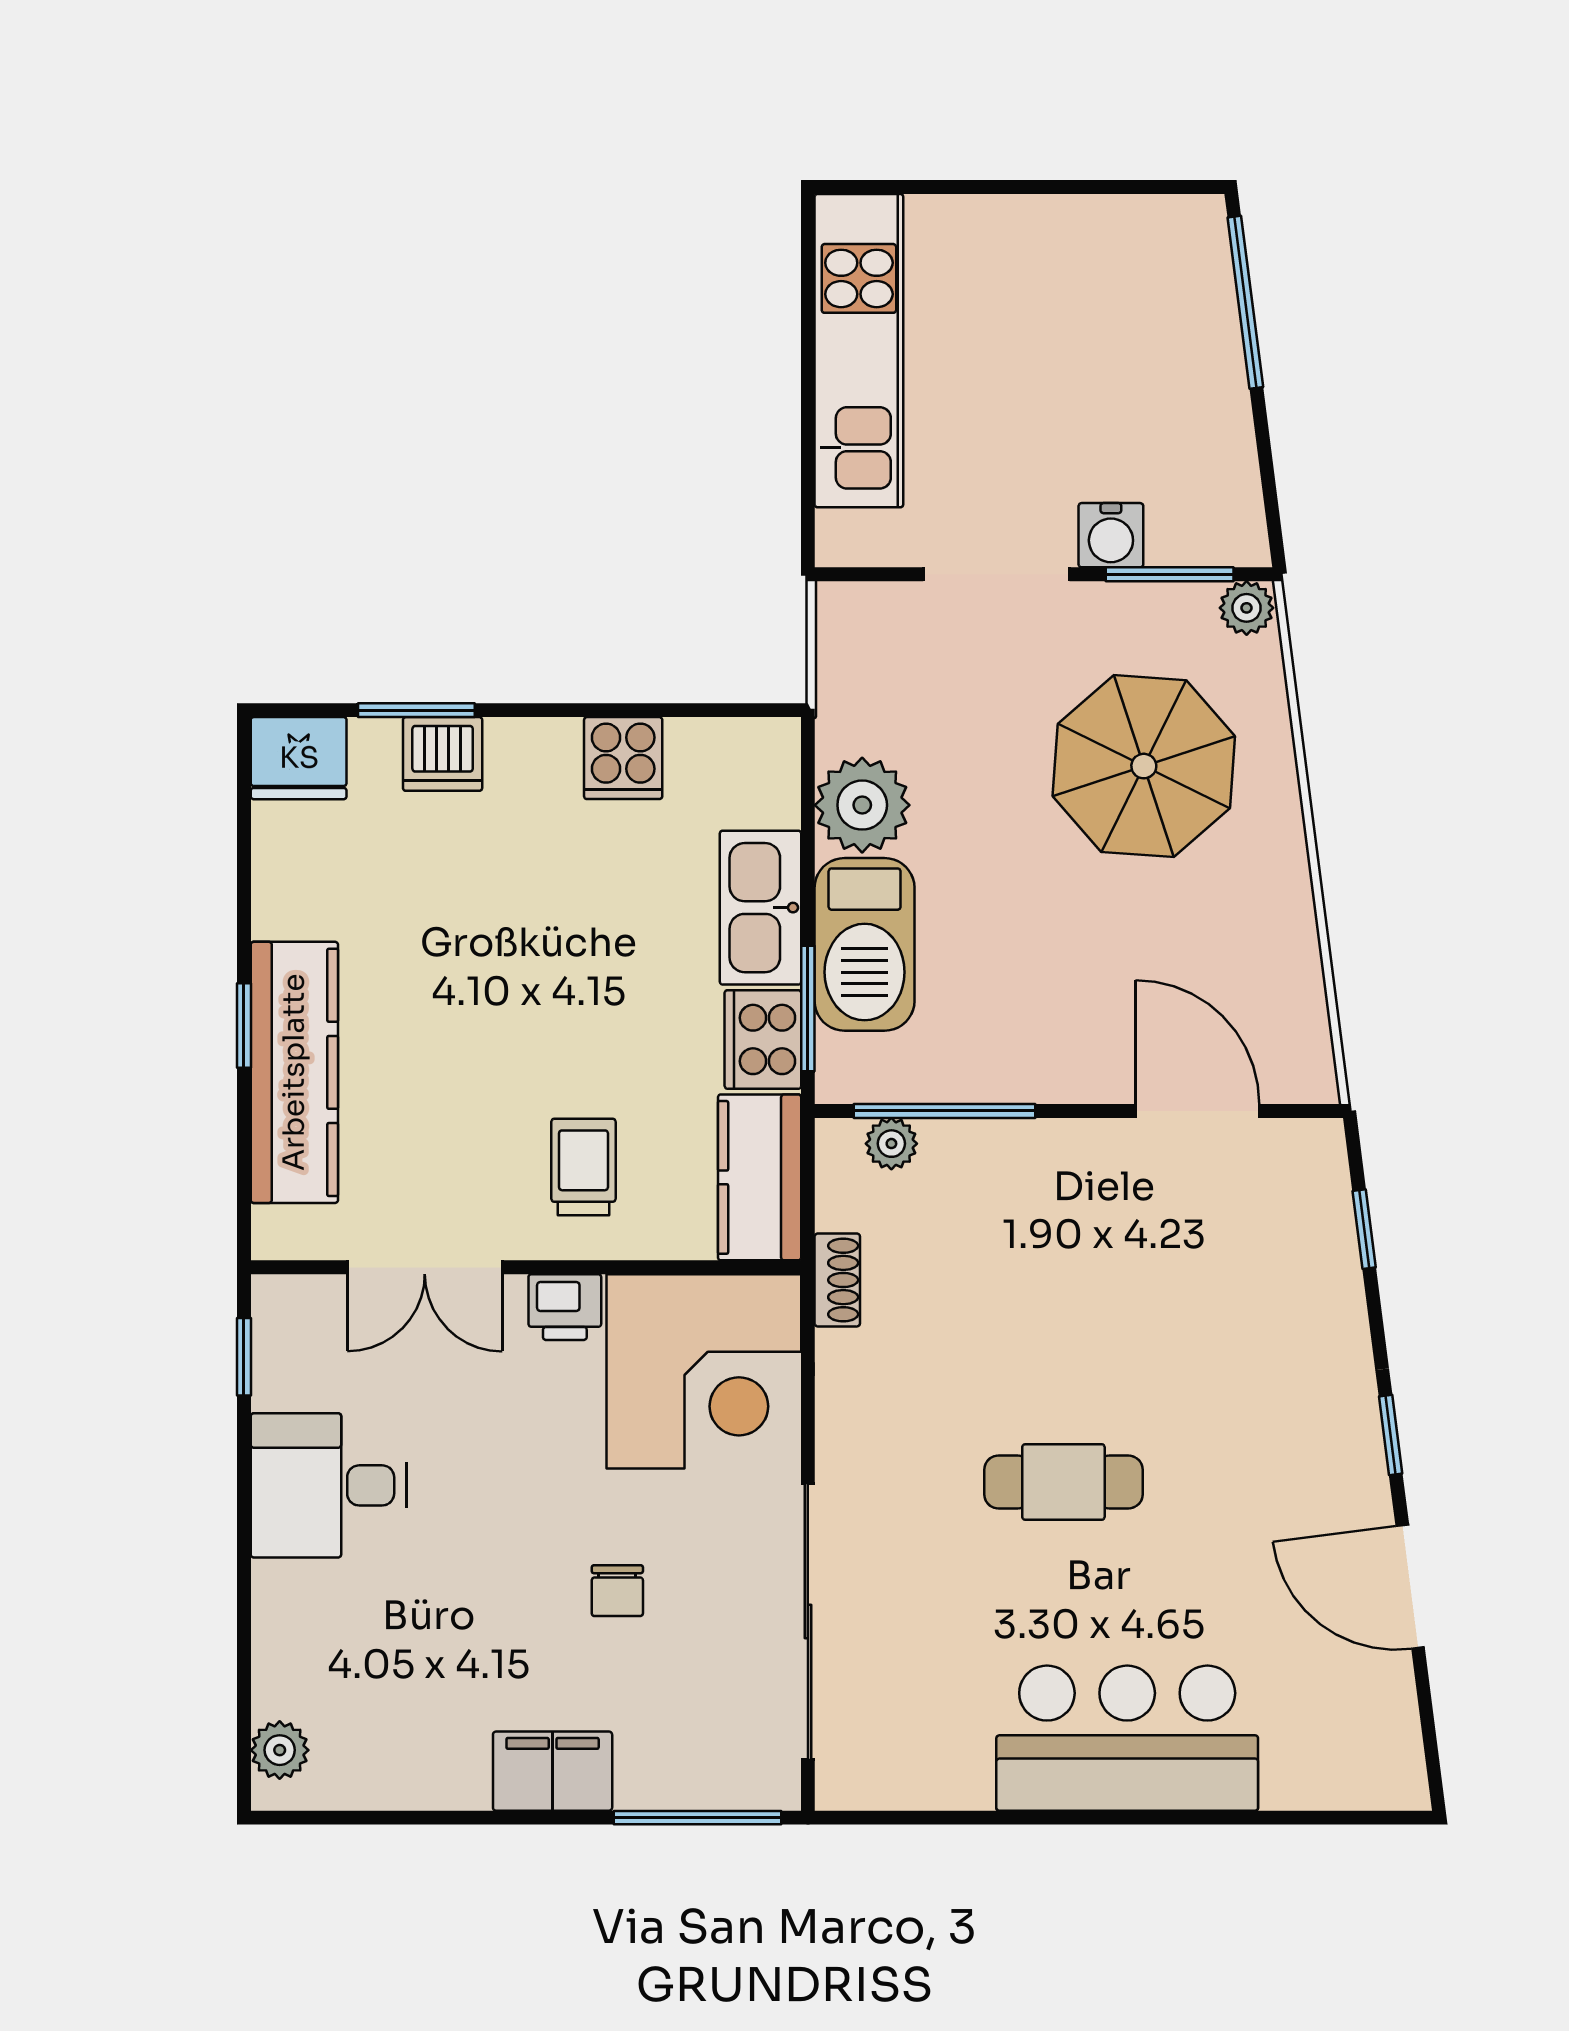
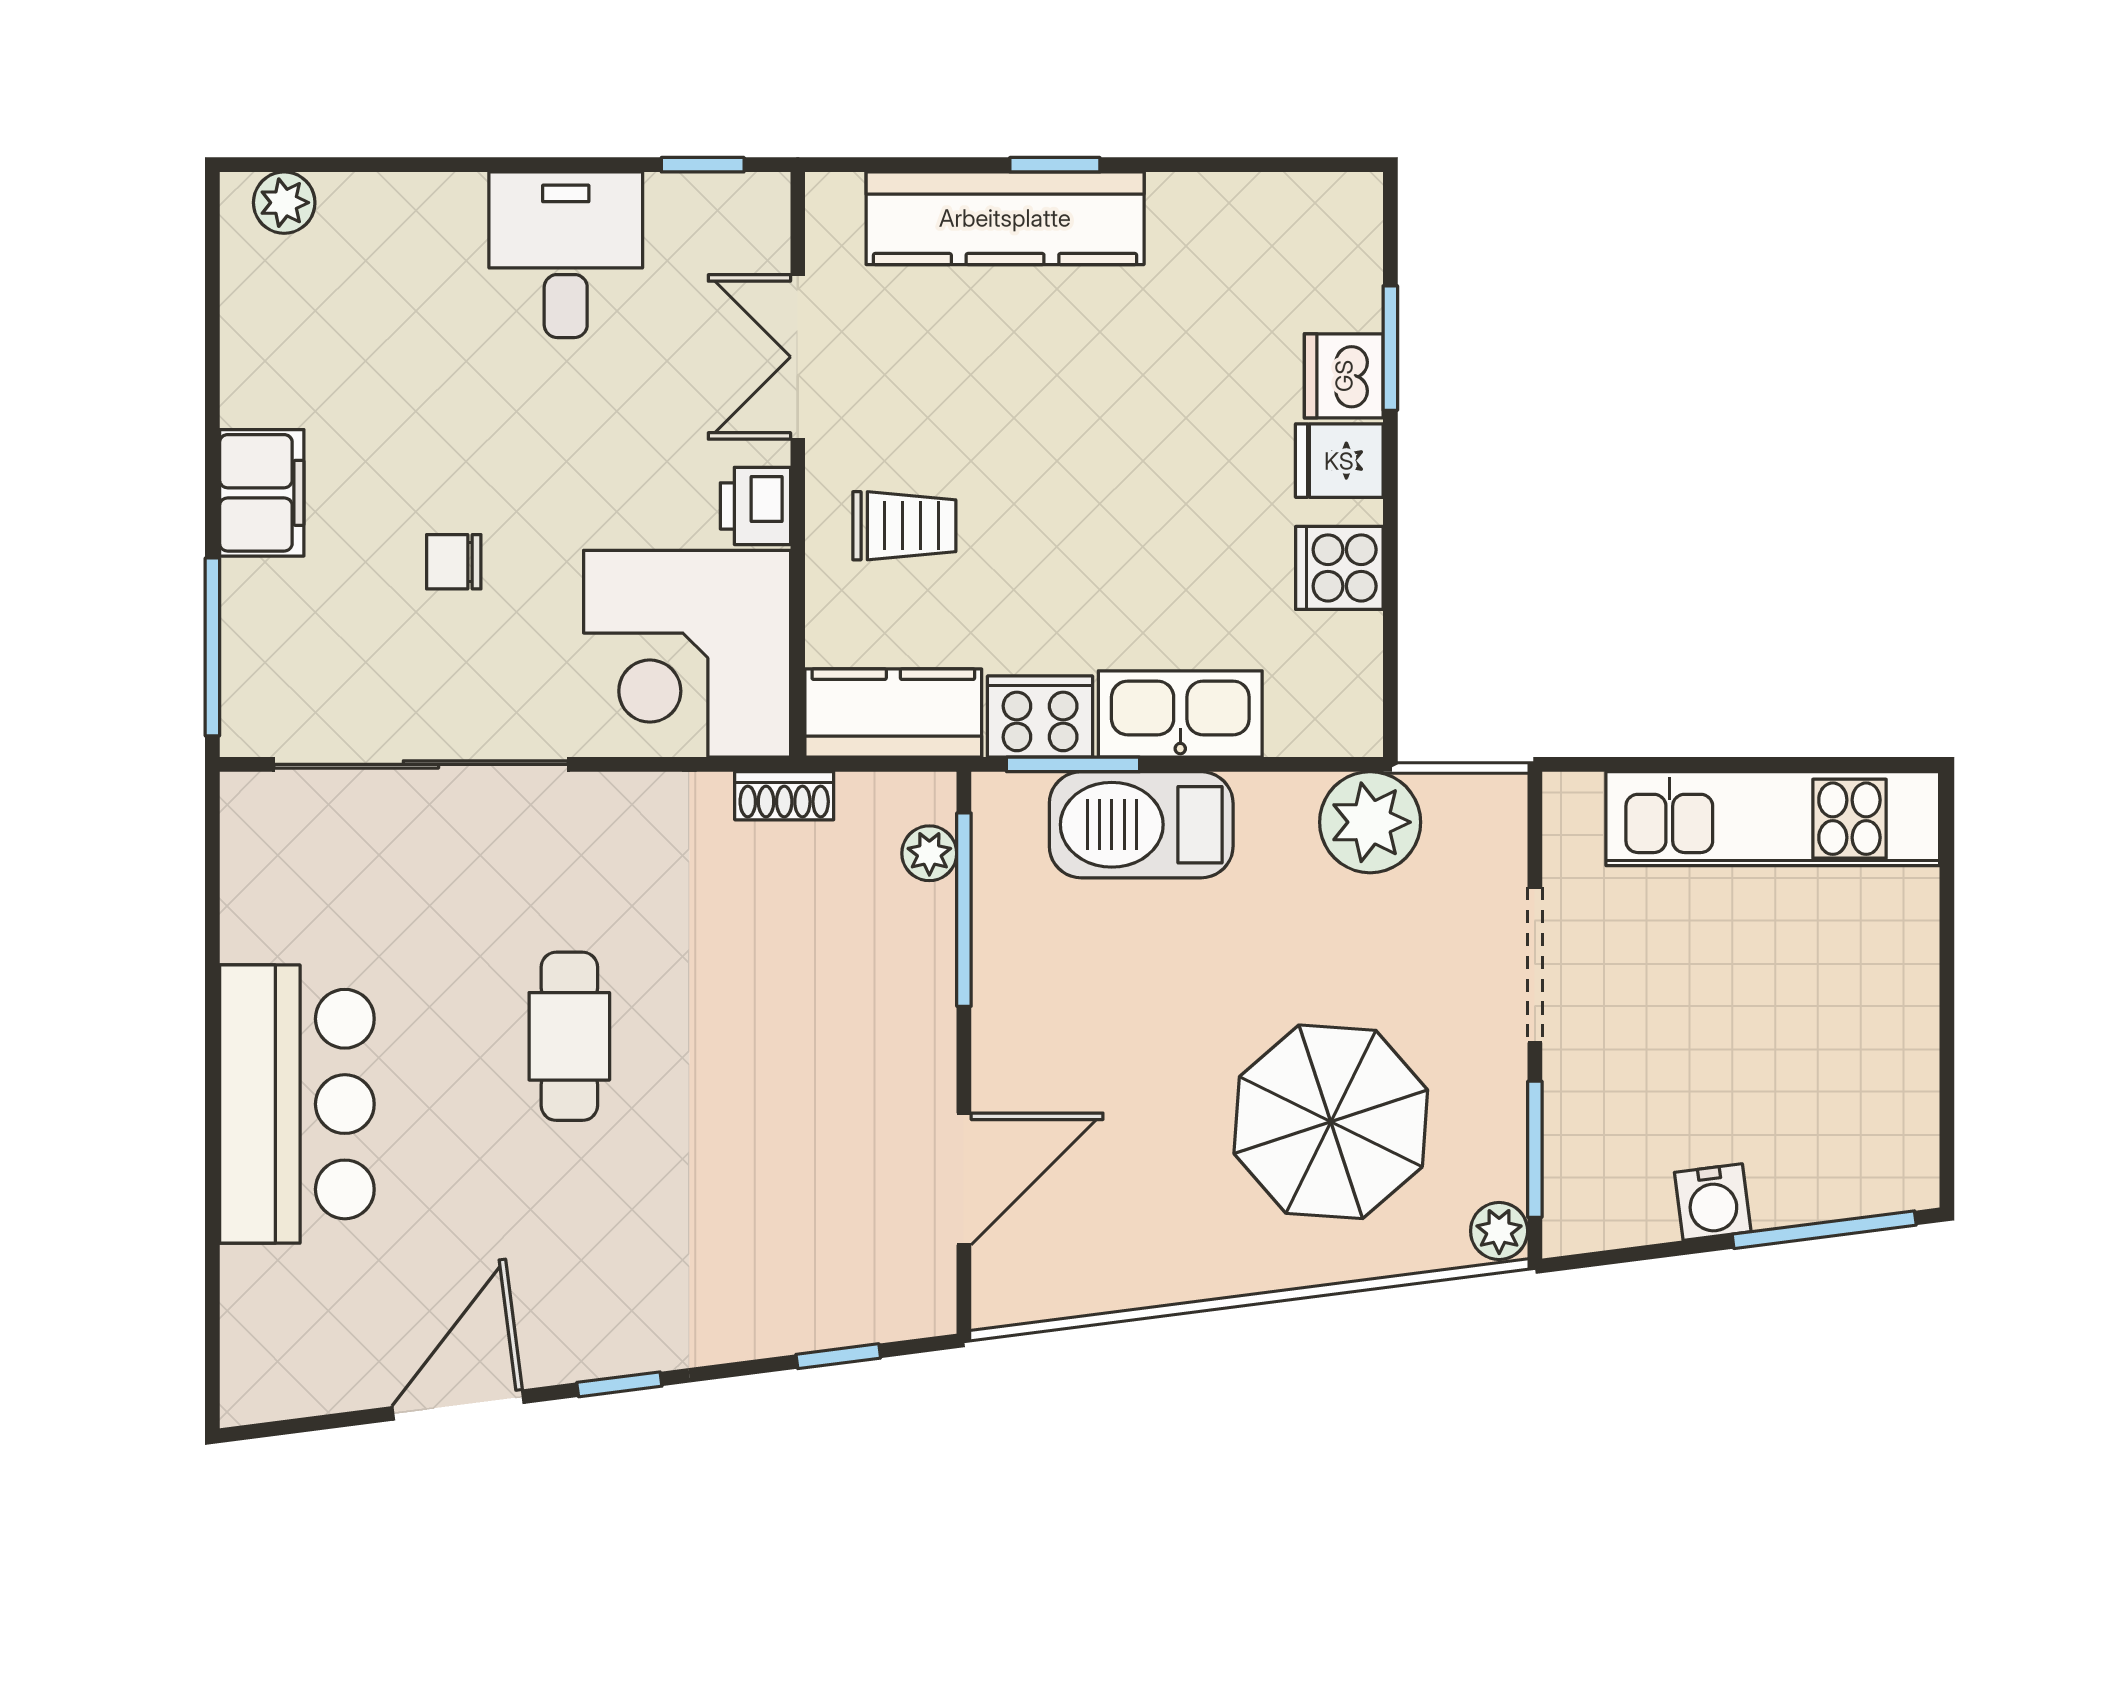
water cooler: (1111, 535) -> (1713, 1202), moved, turned -97
fridge: (299, 758) -> (1339, 461), moved, width x0.72
plant: (862, 805) -> (1370, 822), moved

